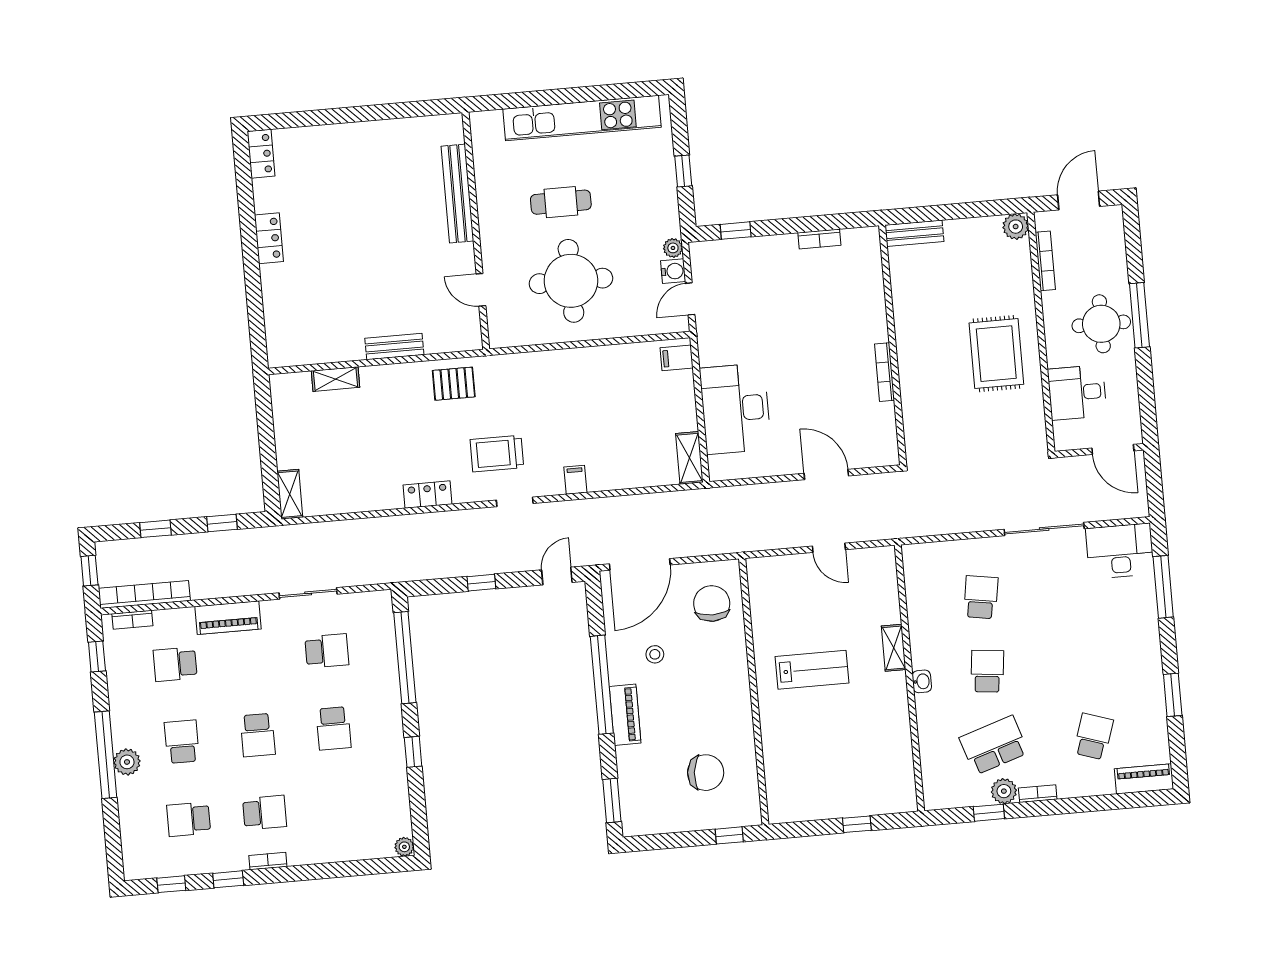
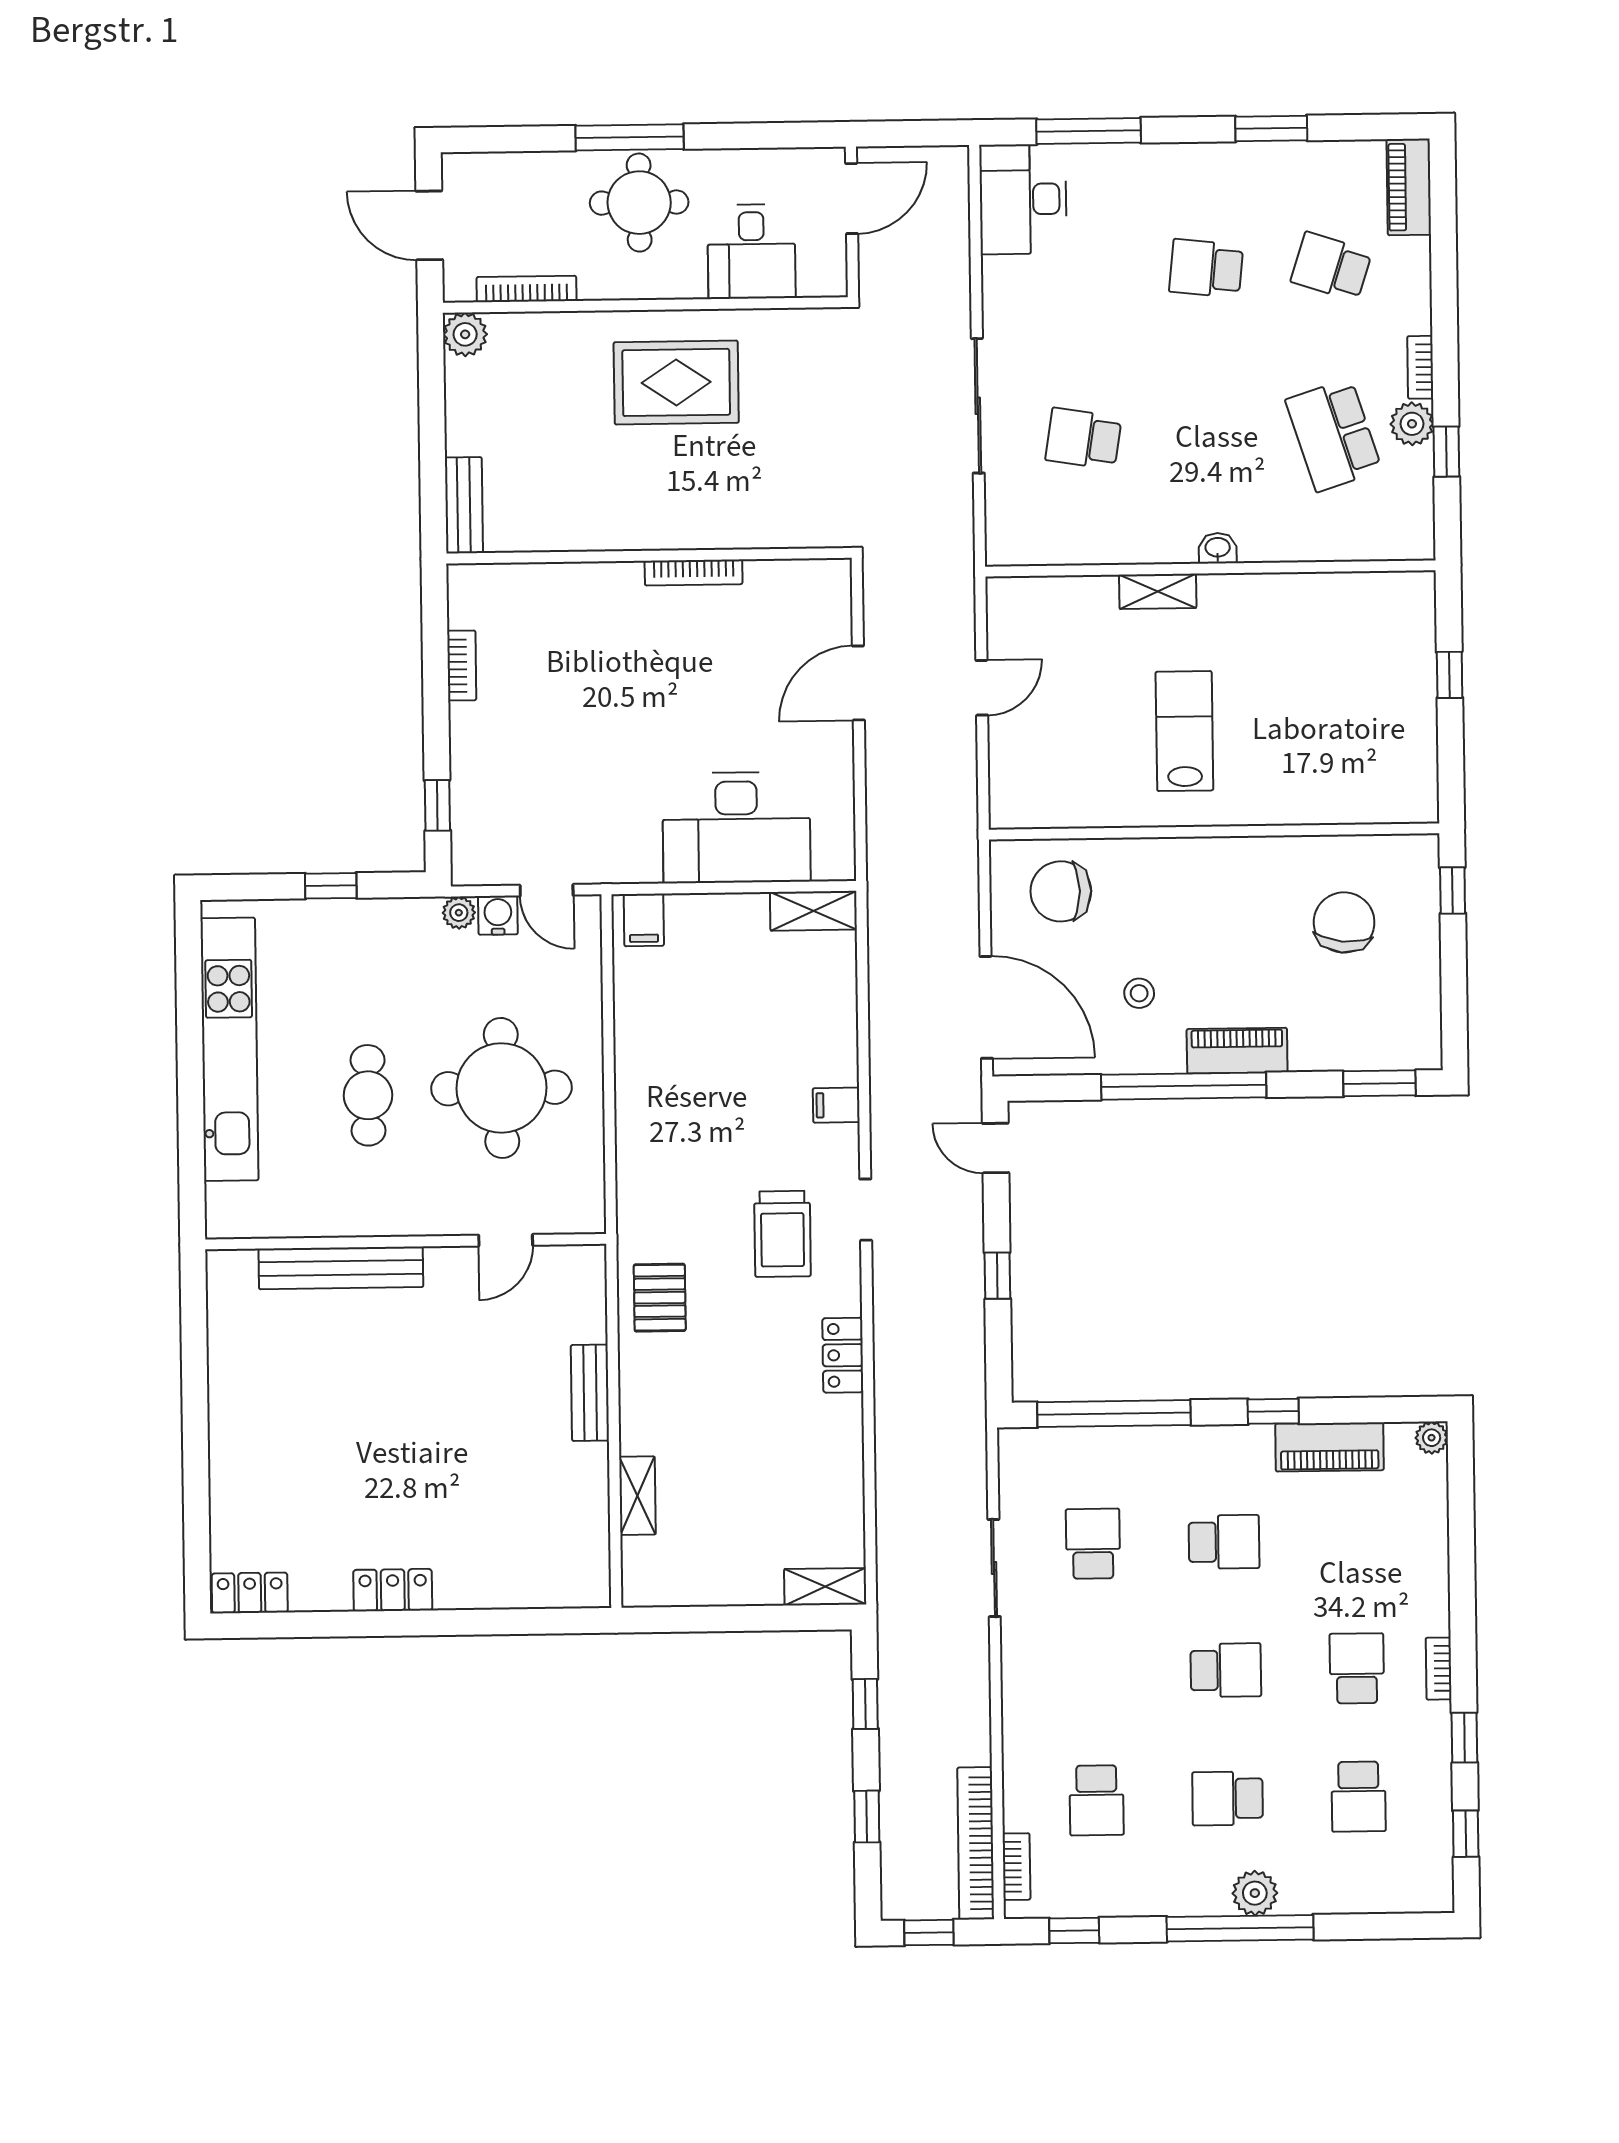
sliding door: (1044, 529) -> (978, 406), moved
piano: (228, 618) -> (1330, 1447), moved, turned 90
school desk: (987, 671) -> (1206, 268), moved

